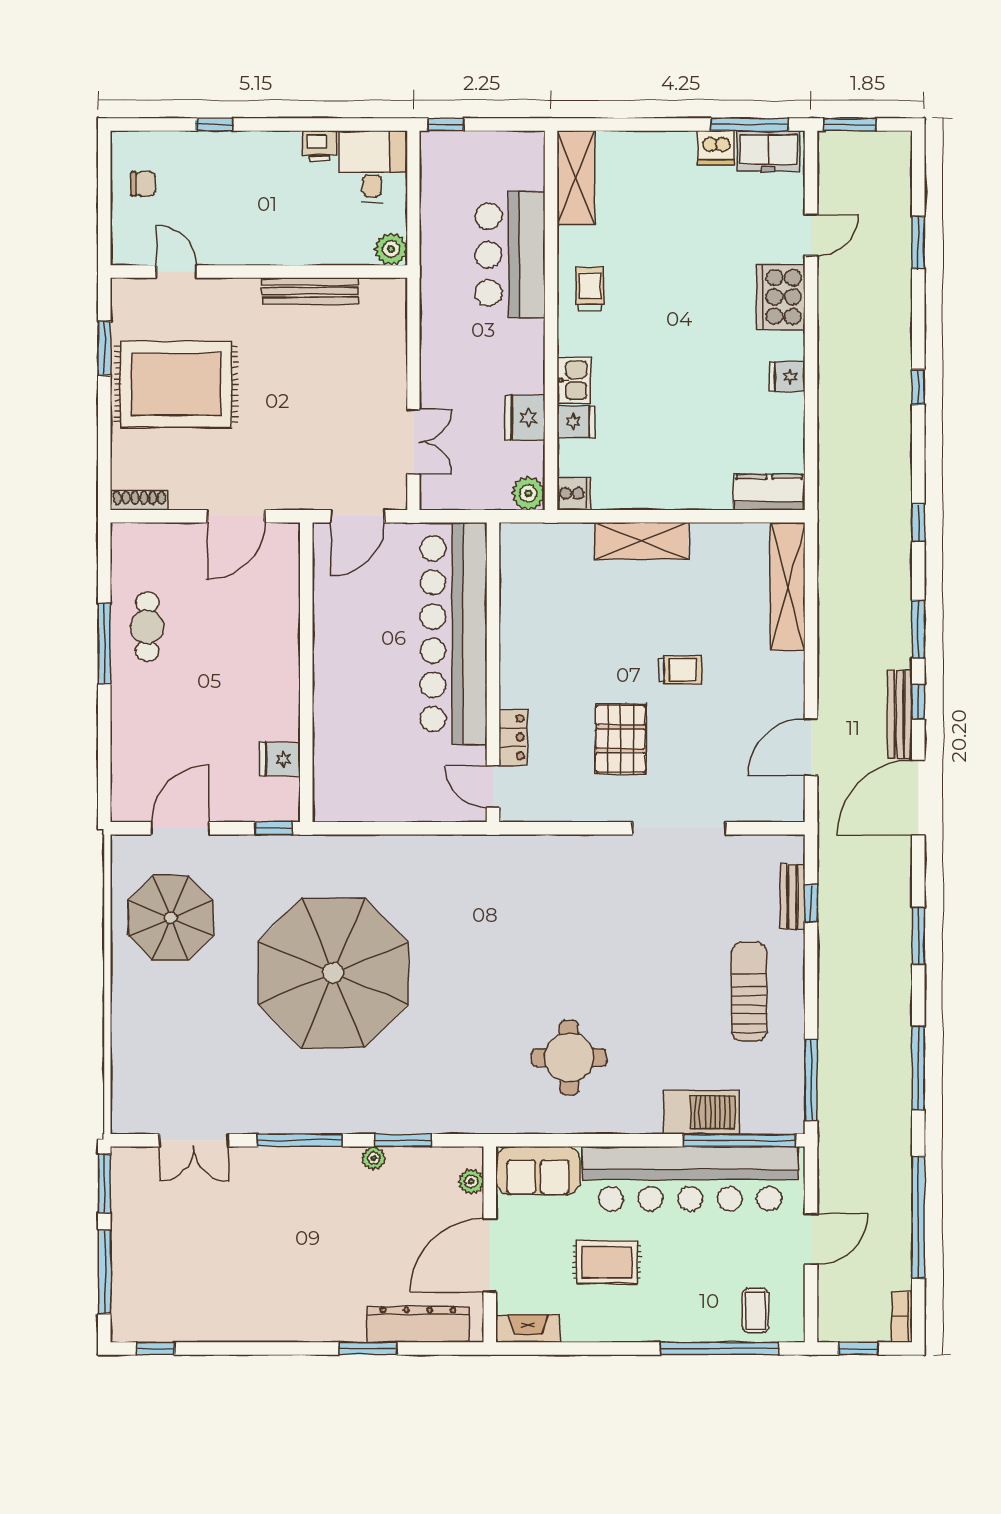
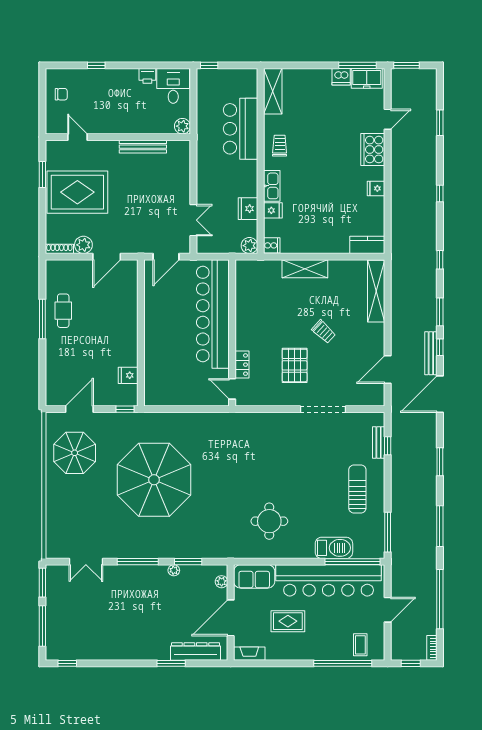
kitchen sink: (574, 380) -> (272, 186), width x1.38
plant: (189, 492) -> (83, 245), added
trolley: (680, 670) -> (324, 332), turned 43

